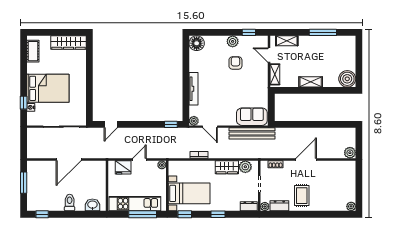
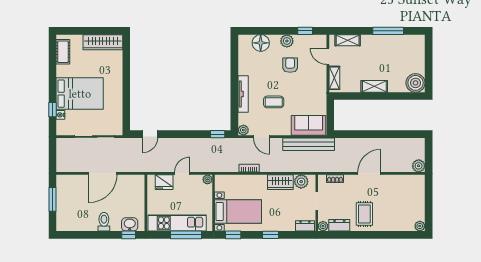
floor lamp: (197, 43) -> (261, 43), moved
coffee table: (221, 96) -> (274, 102), added
window: (42, 214) -> (129, 235), moved

